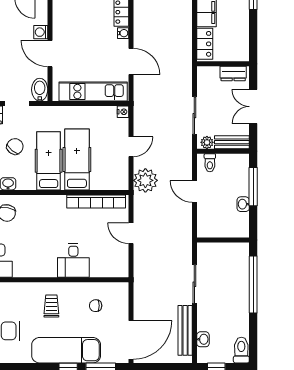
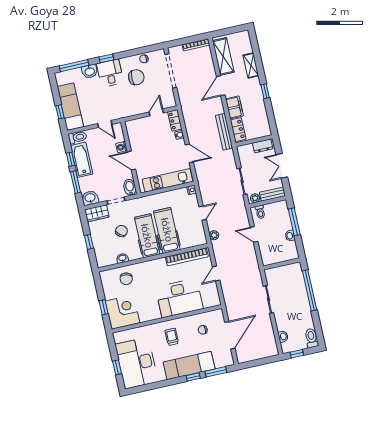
plant: (145, 180) -> (214, 235), width x0.53, depth x0.53
door: (131, 233) -> (216, 274), hinge flipped
desk: (73, 260) -> (179, 298), width x1.87, depth x1.30
bench: (185, 330) -> (224, 132), moved
door: (131, 340) -> (230, 335), moved

